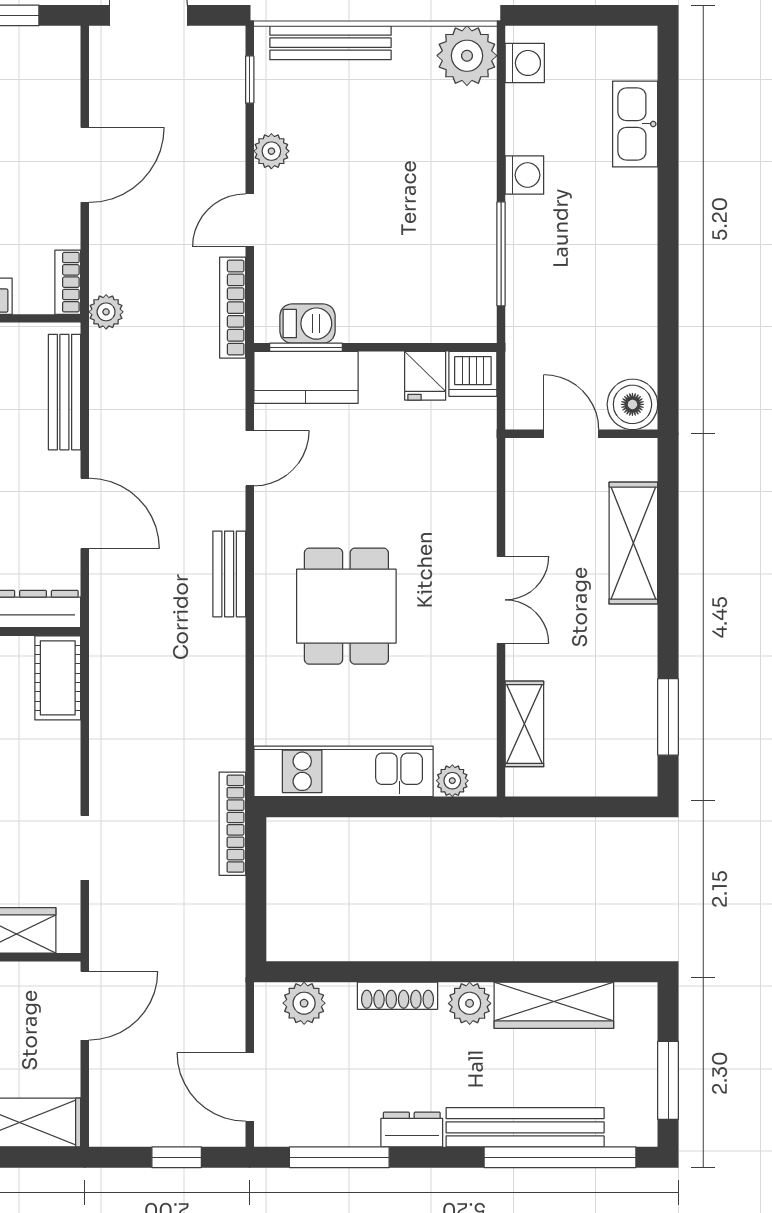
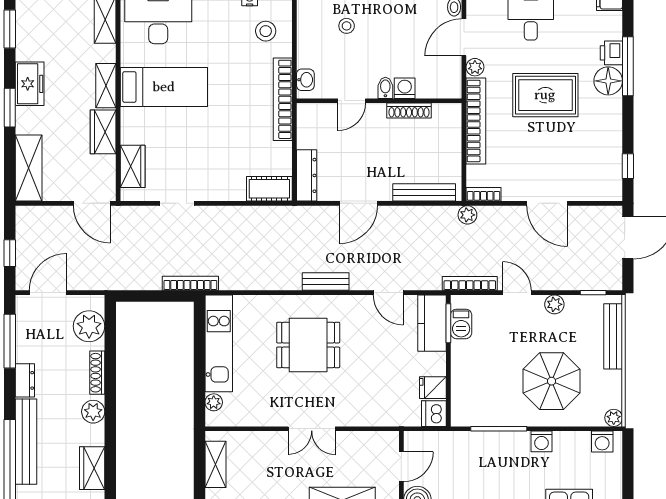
plant: (467, 56) -> (614, 418), width x0.53, depth x0.53
parasol: (413, 157) -> (551, 381), added
shelving: (524, 724) -> (215, 464), moved, turned 90
plant: (304, 1003) -> (89, 326), width x1.36, depth x1.36
wardrobe: (554, 1005) -> (92, 468), width x0.67

